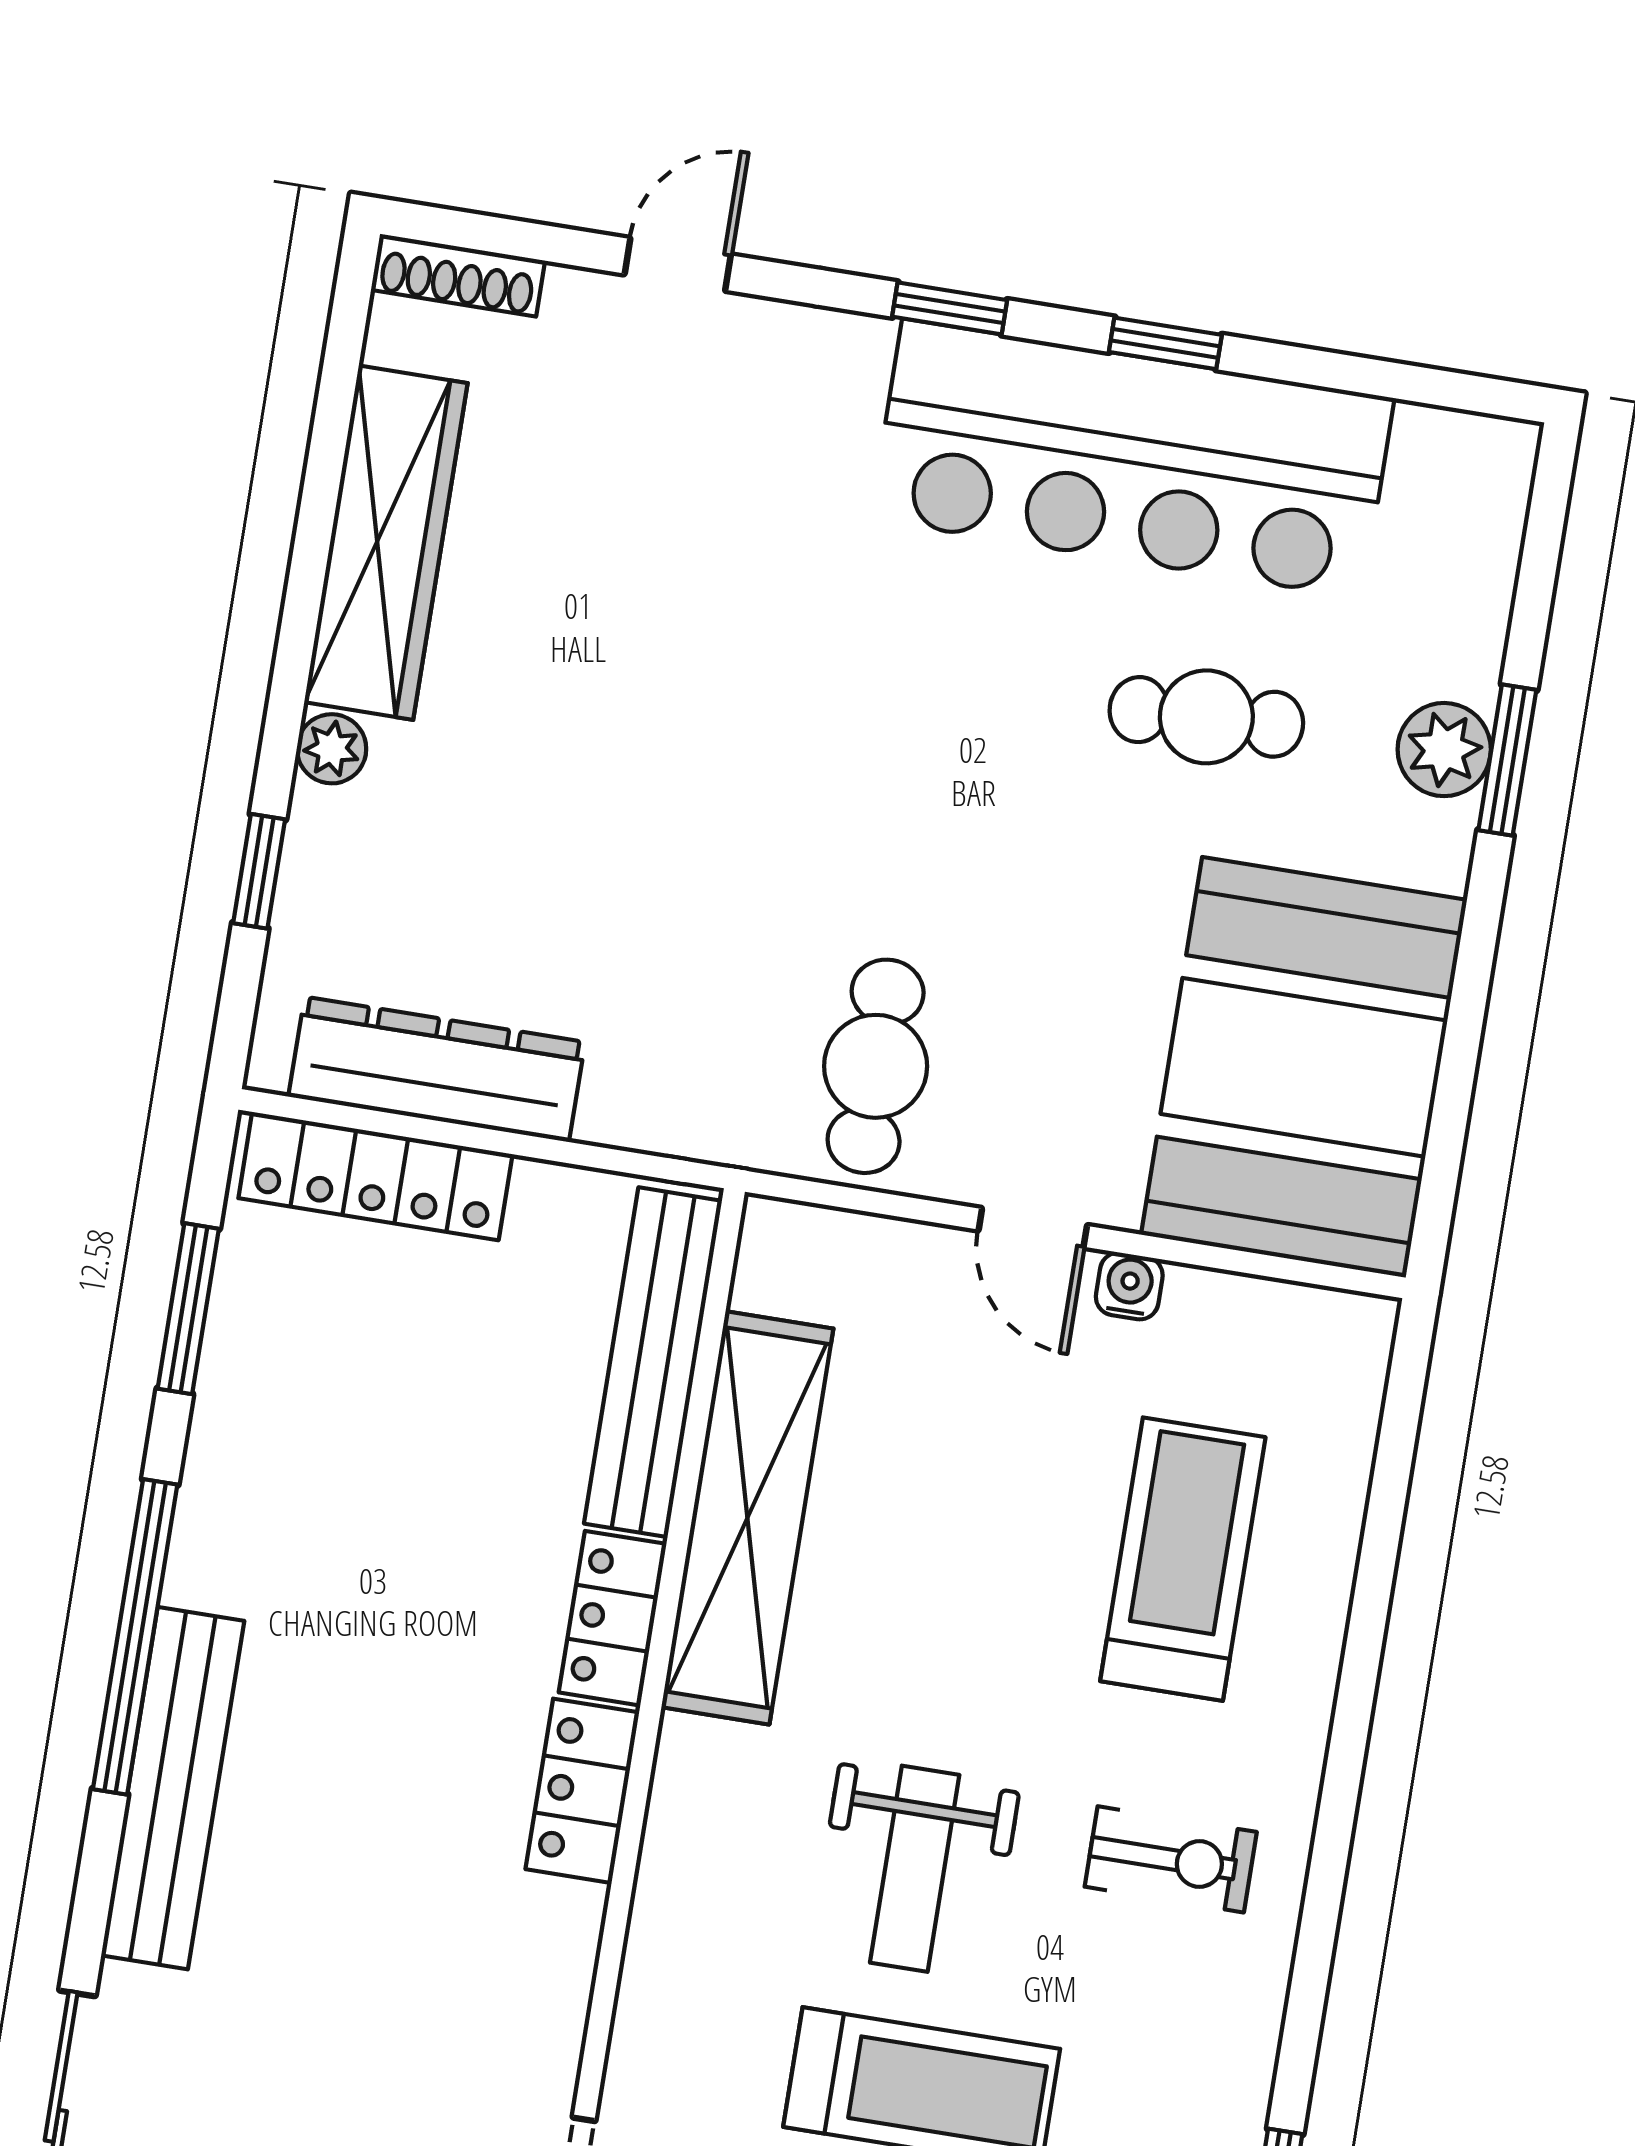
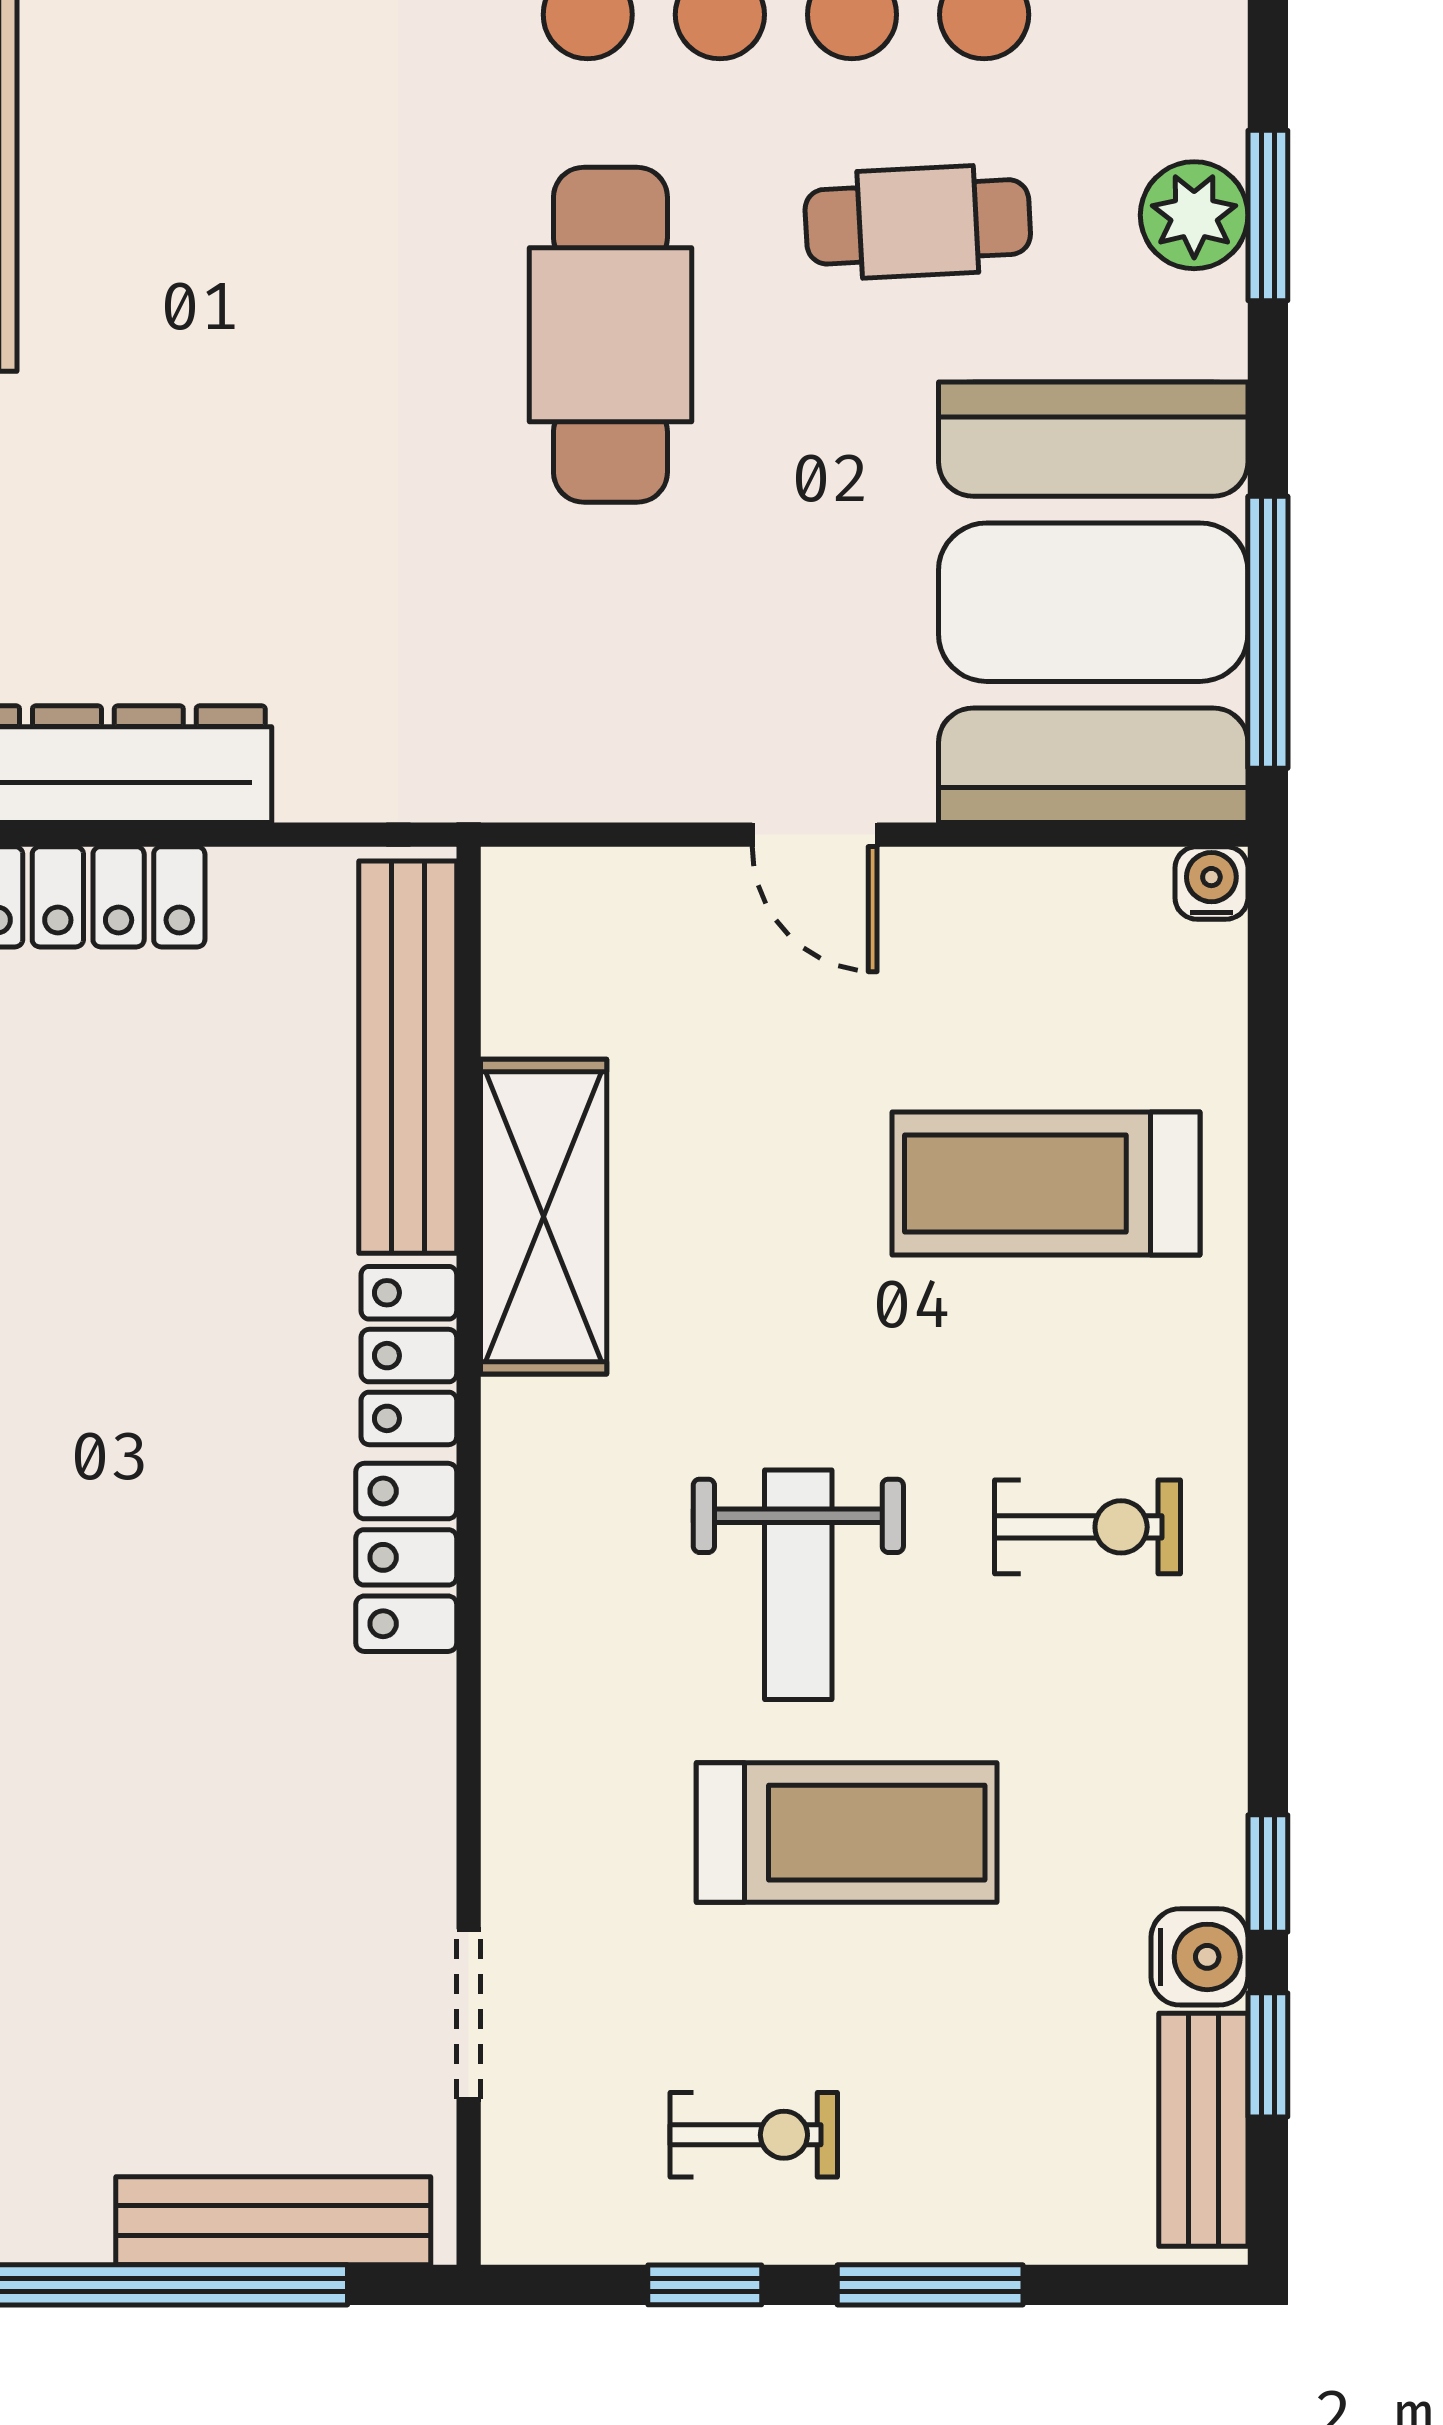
cafe table: (876, 1066) -> (610, 335), moved, width x1.37, depth x1.35
window: (1449, 1117) -> (1268, 632), added
water cooler: (1129, 1286) -> (1211, 883), moved
shelving: (747, 1518) -> (544, 1217), width x0.68
treadmill: (1183, 1559) -> (1046, 1183), turned -90

